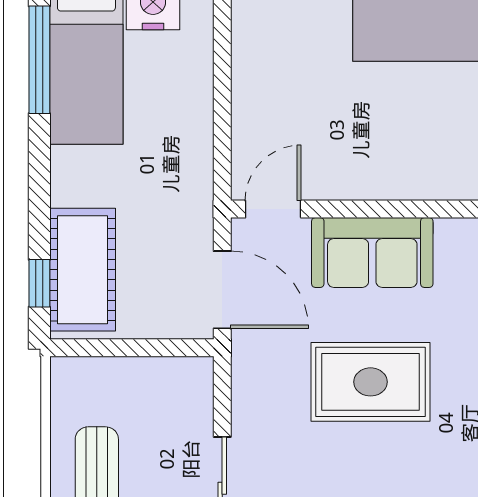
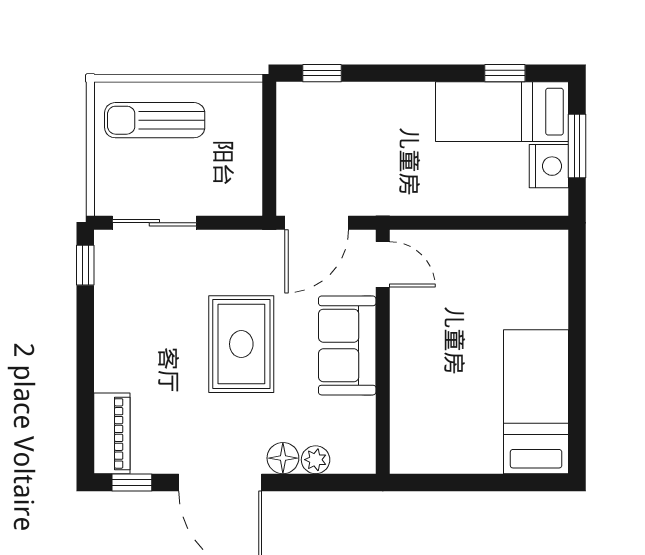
window: (39, 60) -> (505, 73), width x0.46
cot: (83, 270) -> (333, 108), removed

